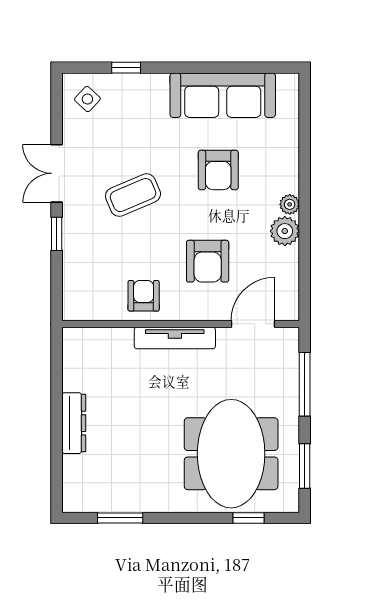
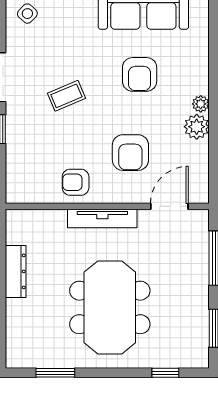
coffee table: (133, 195) -> (66, 96), width x0.73, depth x0.77
armchair: (144, 296) -> (76, 182), turned -90
dresser: (74, 423) -> (16, 271), moved
meeting table: (231, 454) -> (110, 307), moved

